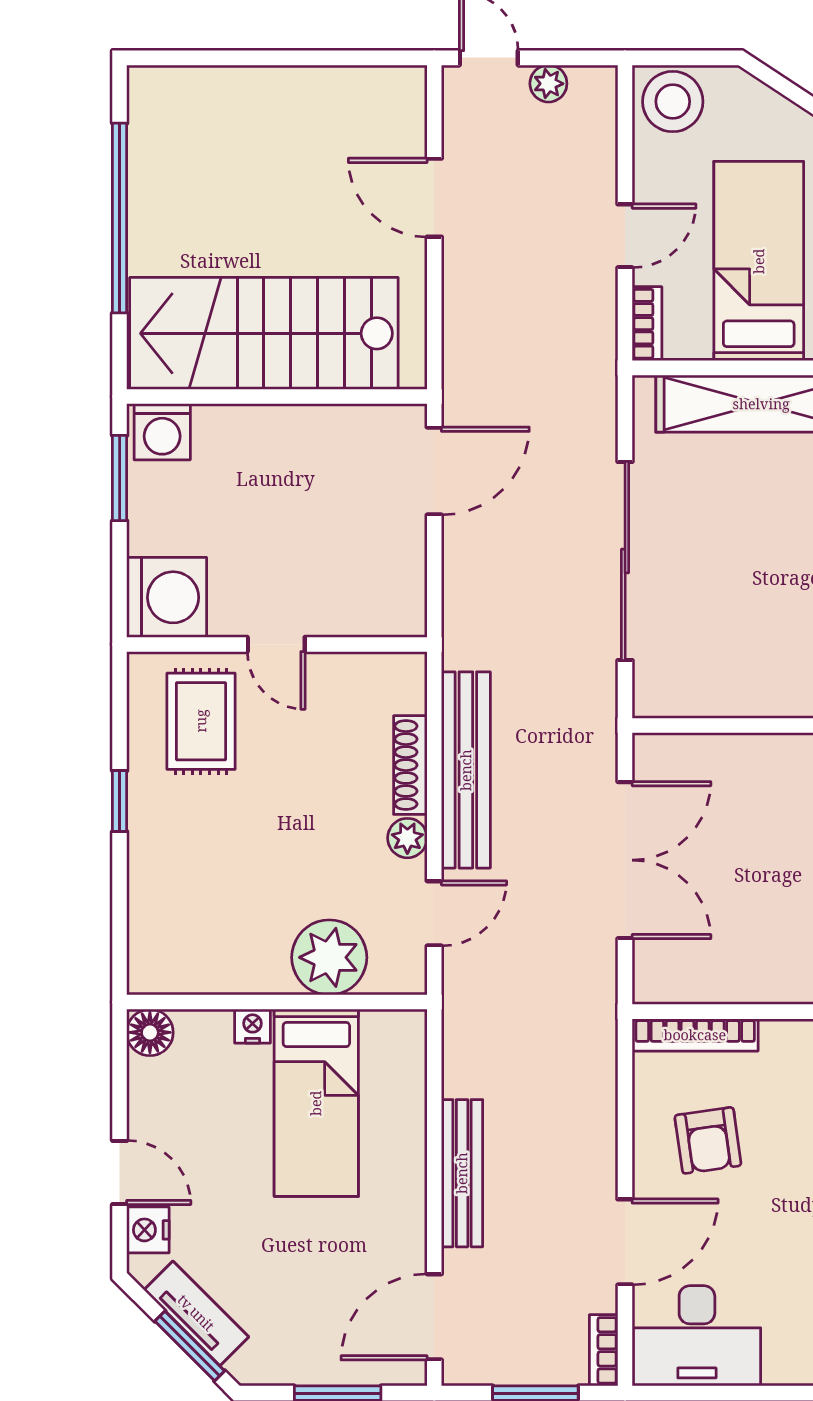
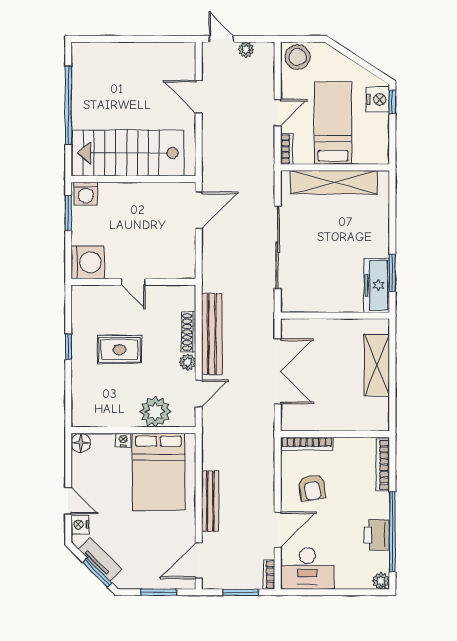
rug: (201, 721) -> (119, 350), moved, turned 90
bed: (316, 1103) -> (159, 472), width x1.50

